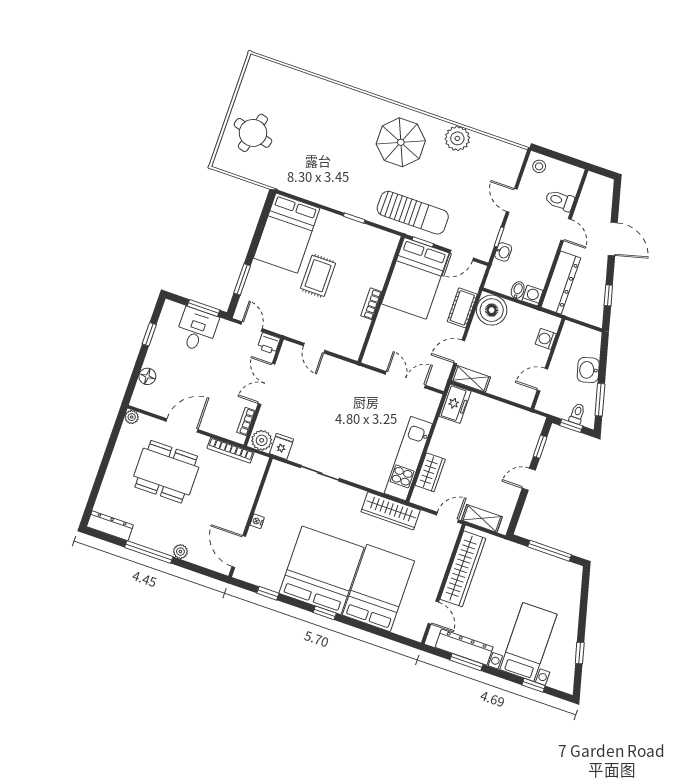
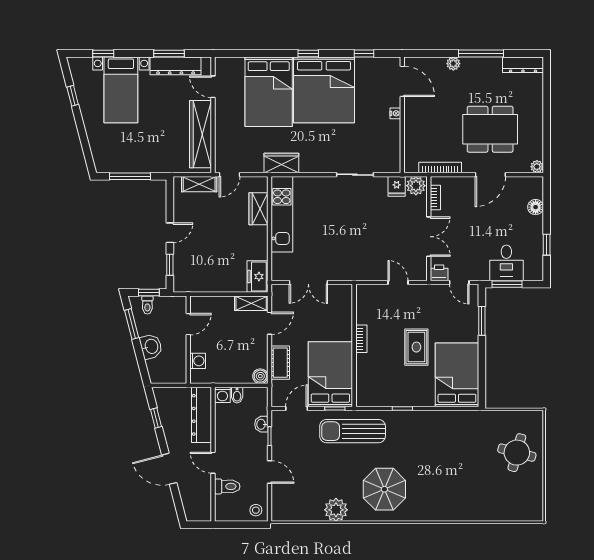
boiler: (492, 310) -> (260, 376), width x0.54, depth x0.54
wardrobe: (391, 511) -> (281, 163), width x0.67

